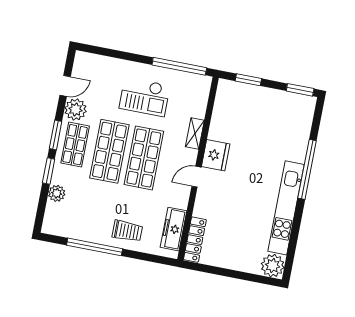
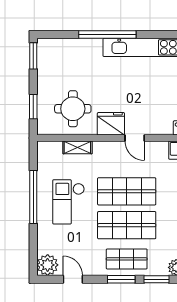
window: (179, 66) -> (33, 197), moved
checkout: (145, 97) -> (69, 202), turned 180
plant: (76, 109) -> (48, 265), moved
round table: (238, 120) -> (73, 109), added
shelving: (195, 133) -> (77, 147), moved

